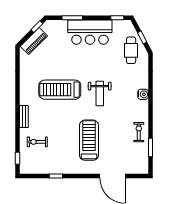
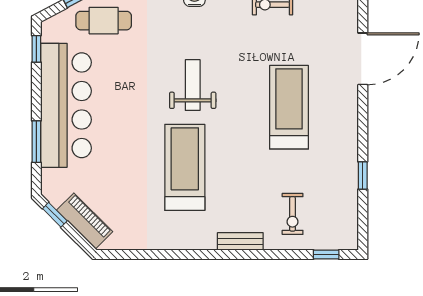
bar counter: (90, 32) -> (66, 105), width x1.36
treadmill: (60, 90) -> (185, 167), turned 180
weight bench: (100, 93) -> (193, 85), turned -90
treadmill: (89, 140) -> (289, 107), turned 90

